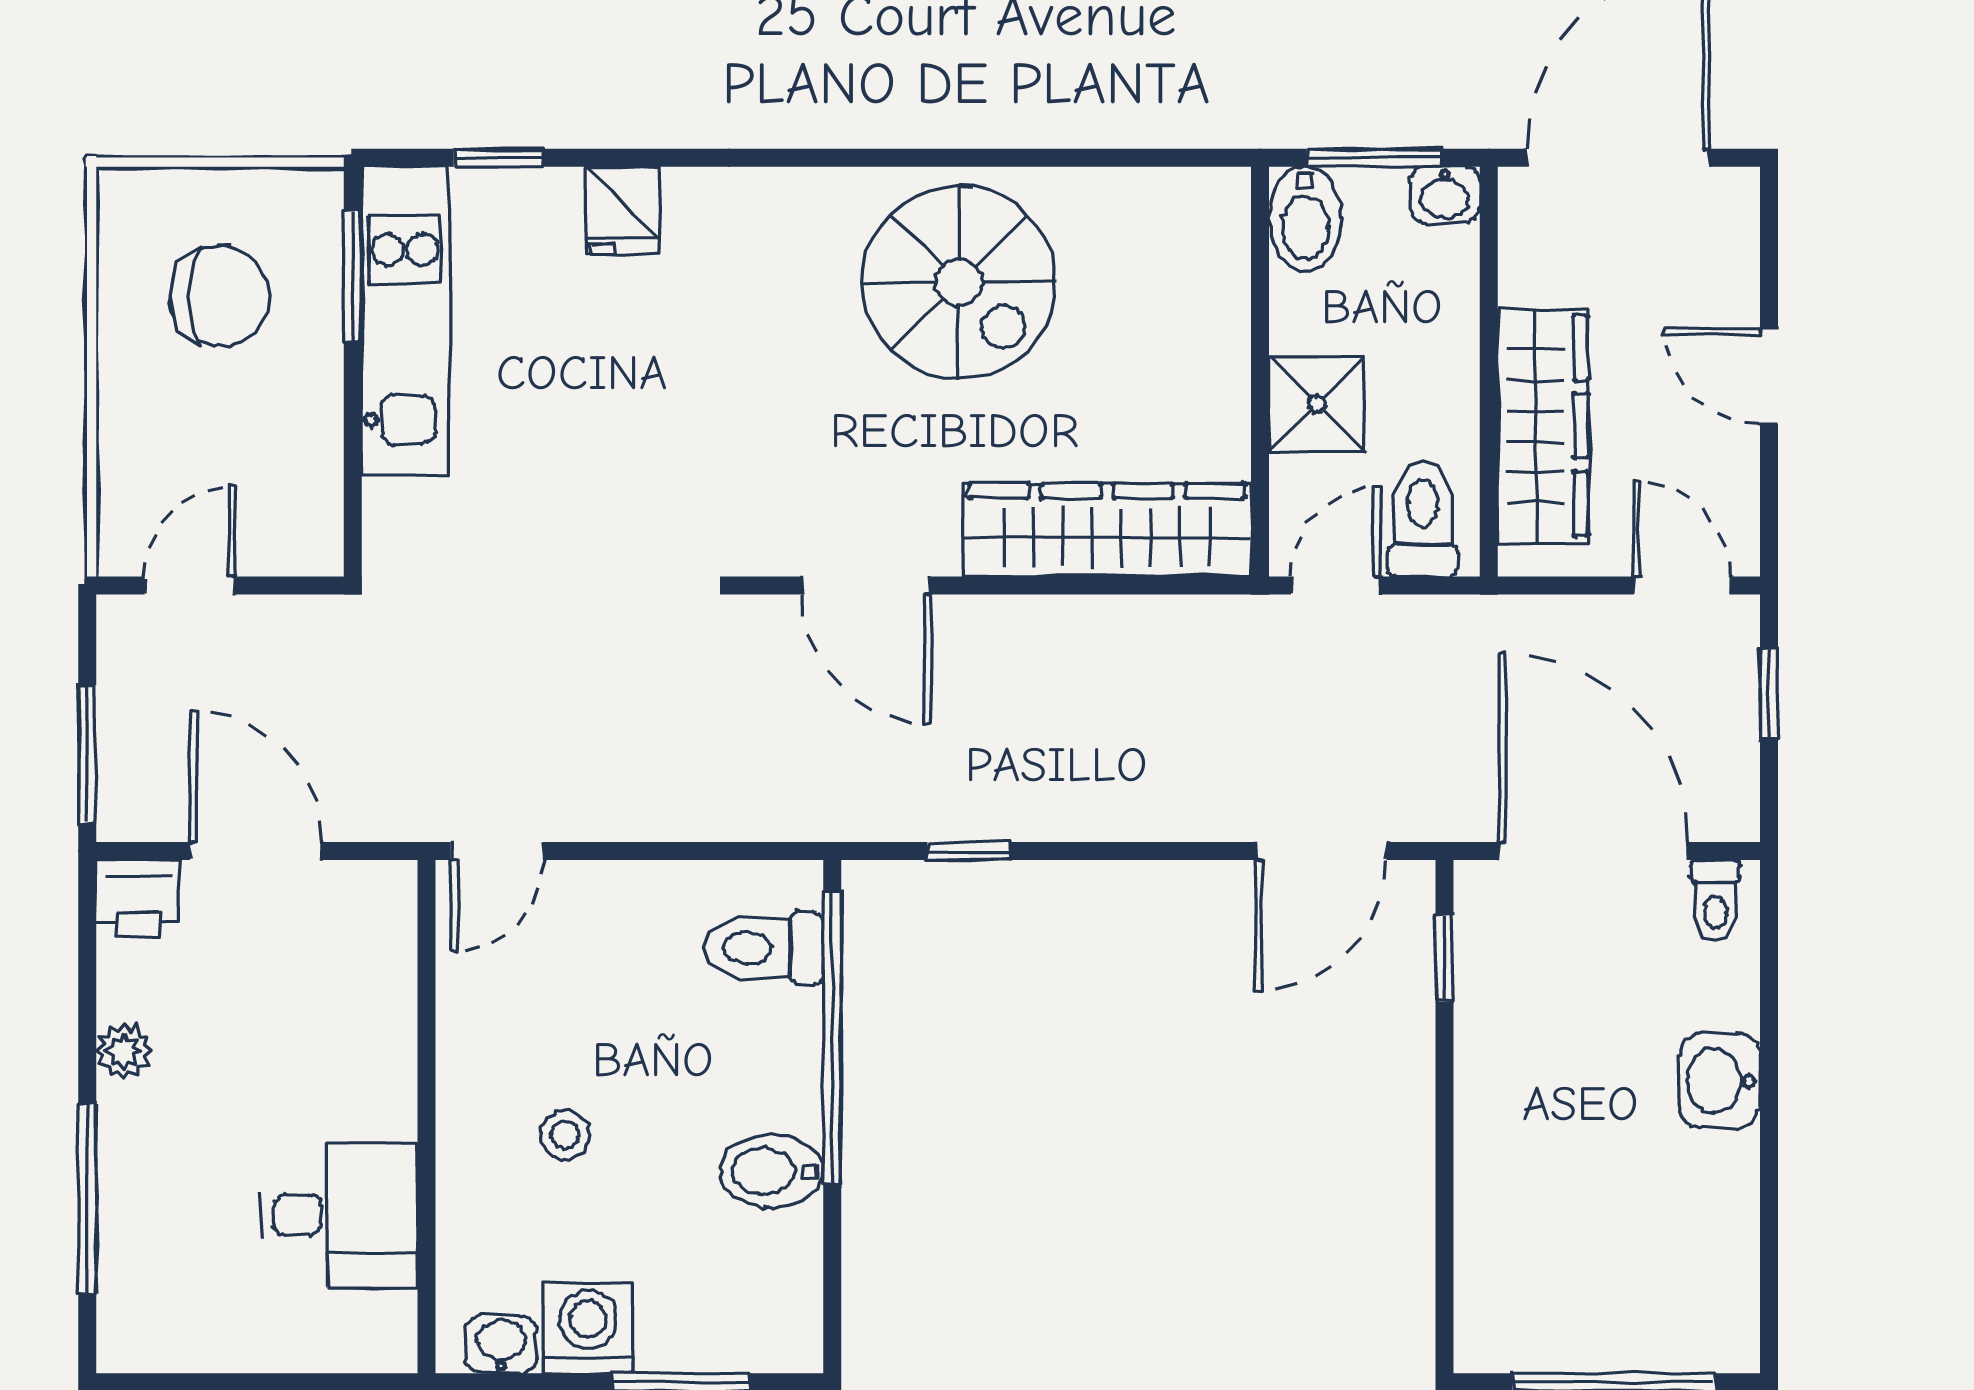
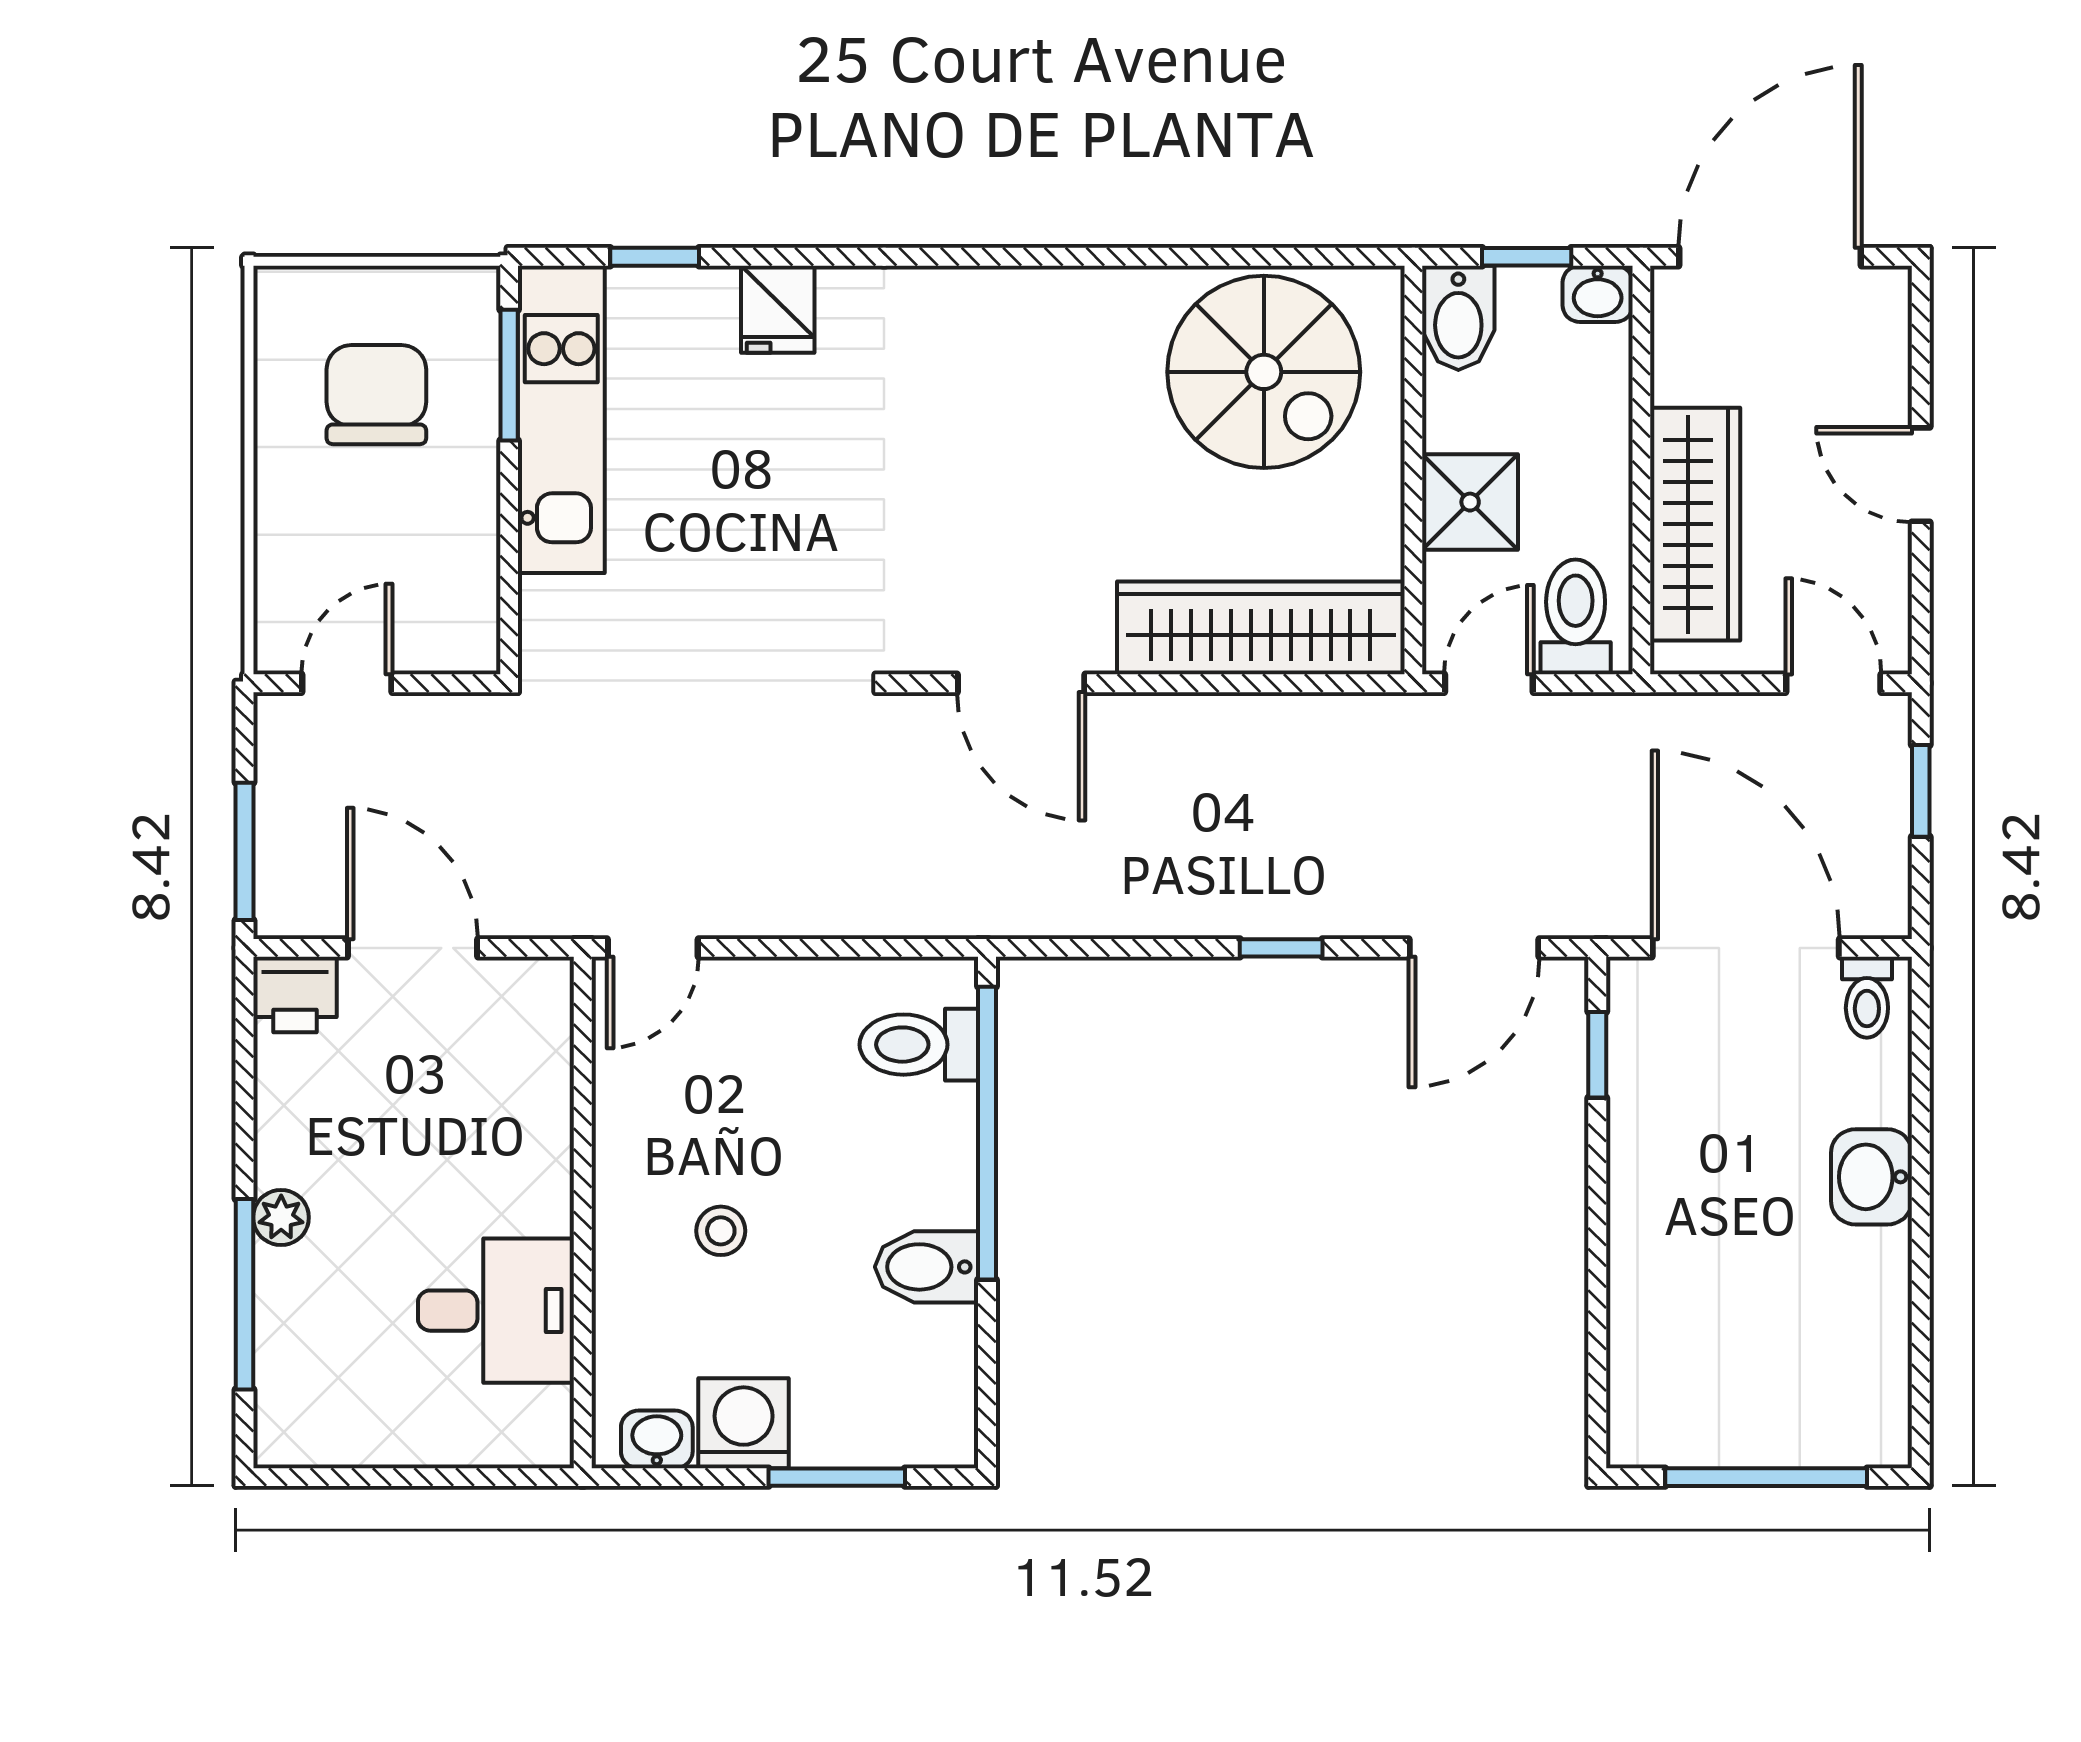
window: (1374, 158) -> (1527, 257), width x0.67
spiral stairs: (959, 282) -> (1264, 372), moved
chair: (220, 296) -> (376, 395), turned -90
window: (969, 851) -> (1281, 948), moved
plant: (124, 1051) -> (281, 1217), moved

